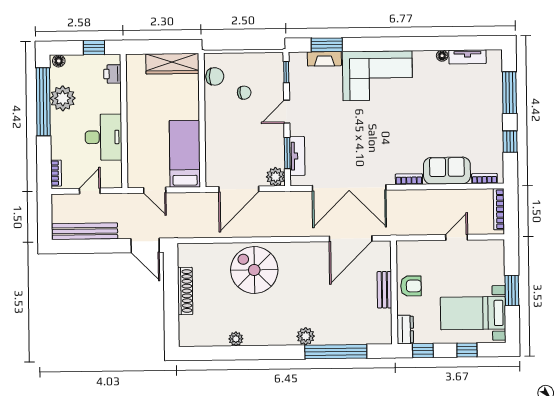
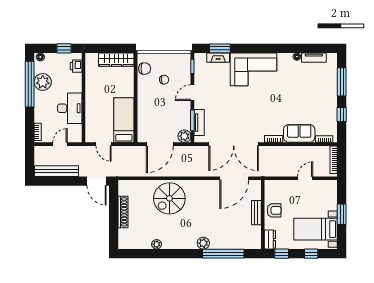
spiral stairs: (254, 270) -> (169, 198), turned -90

